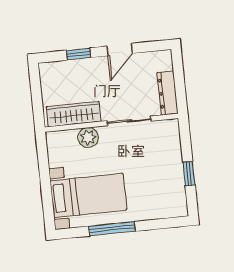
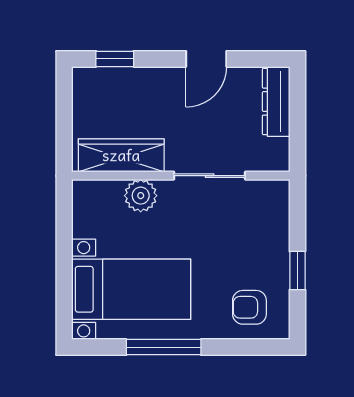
window: (79, 54) -> (115, 59), moved
dresser: (167, 93) -> (276, 102), moved
armchair: (162, 199) -> (249, 307), added

